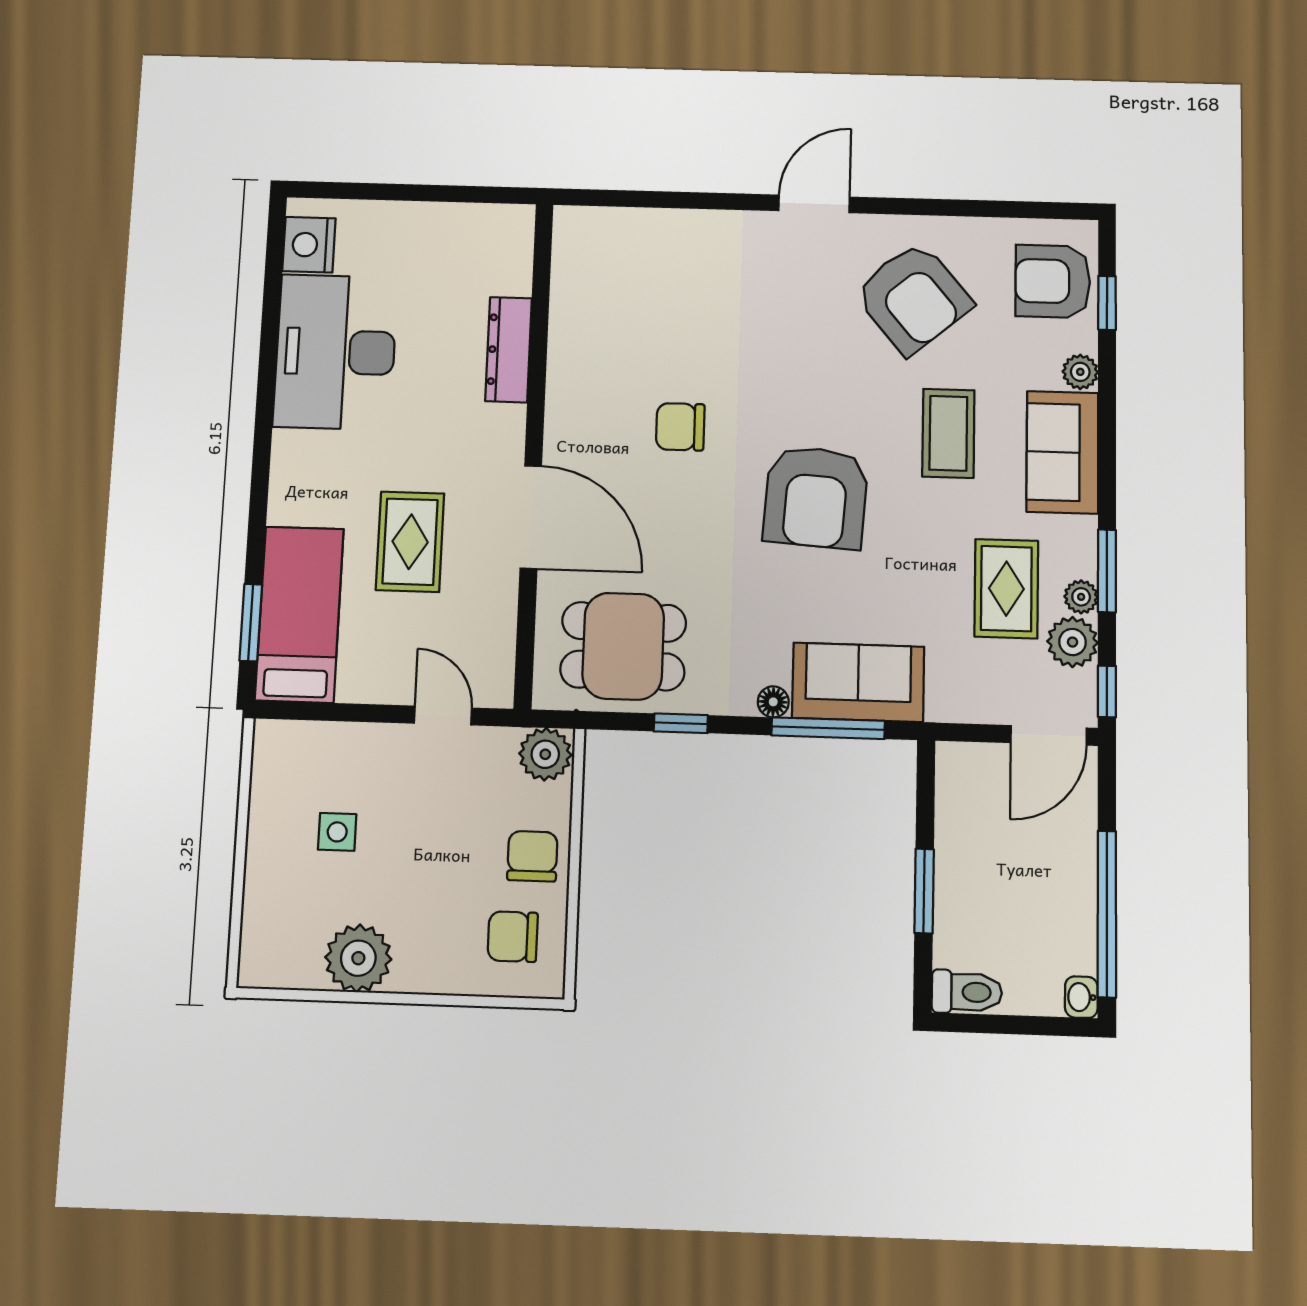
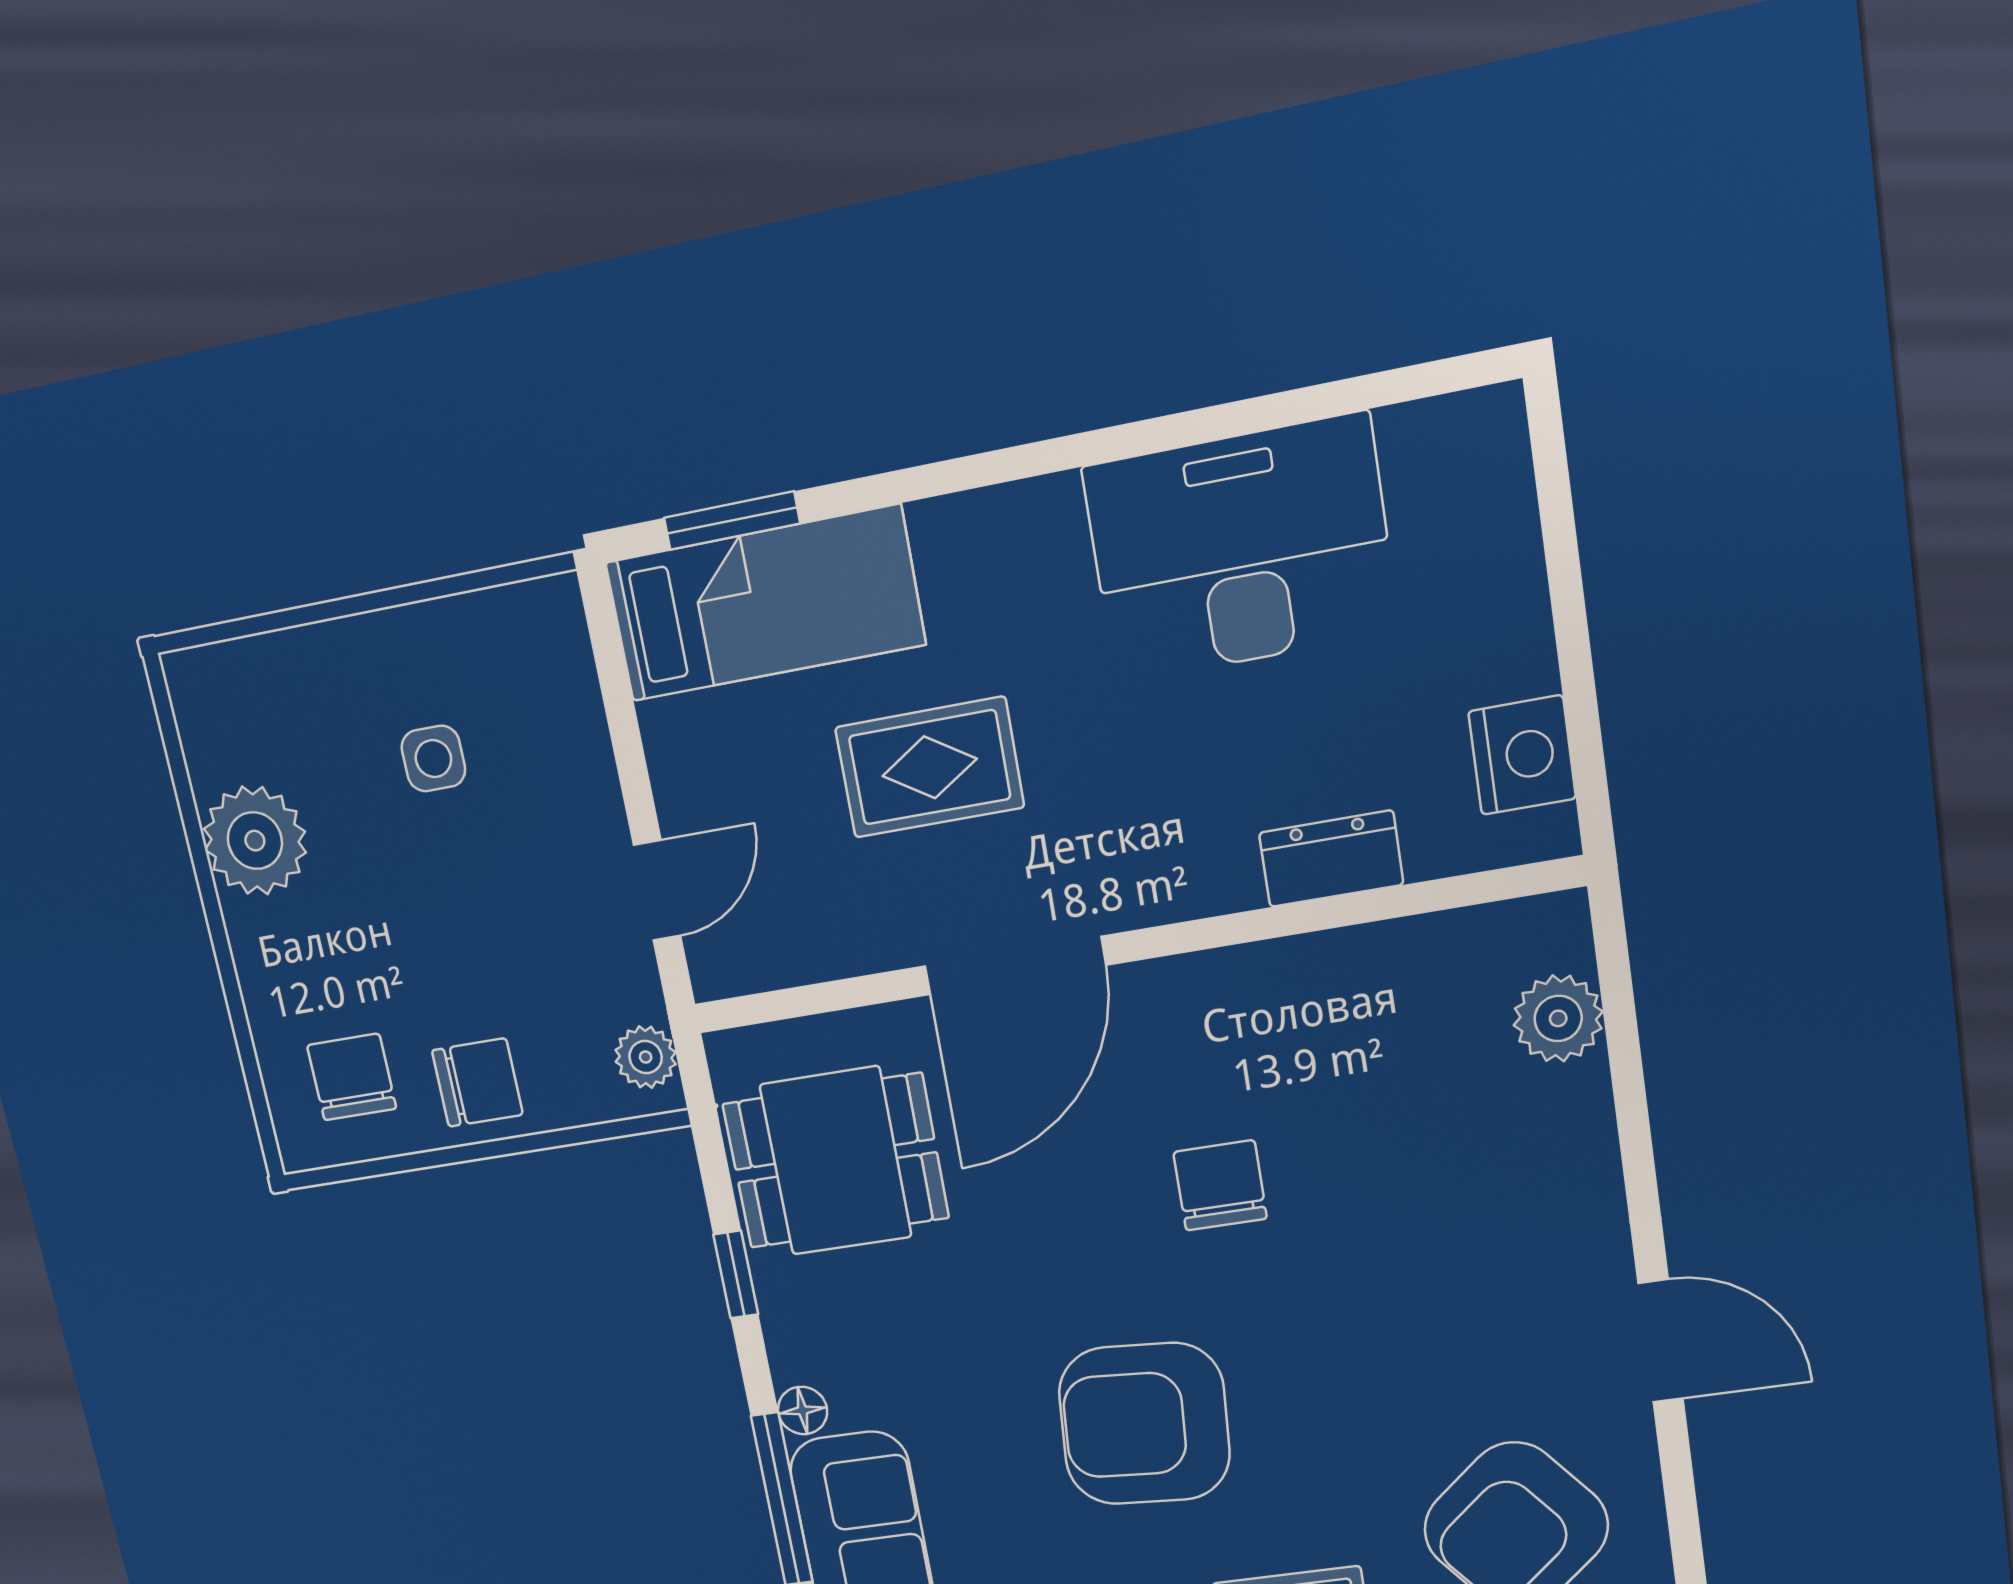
plant: (622, 230) -> (1558, 1018), added
nightstand: (309, 245) -> (1522, 755), moved, turned 90
dresser: (509, 350) -> (1331, 859), width x0.70
dining table: (623, 646) -> (836, 1161), turned 90
plant: (545, 754) -> (646, 1057), width x0.73, depth x0.73

